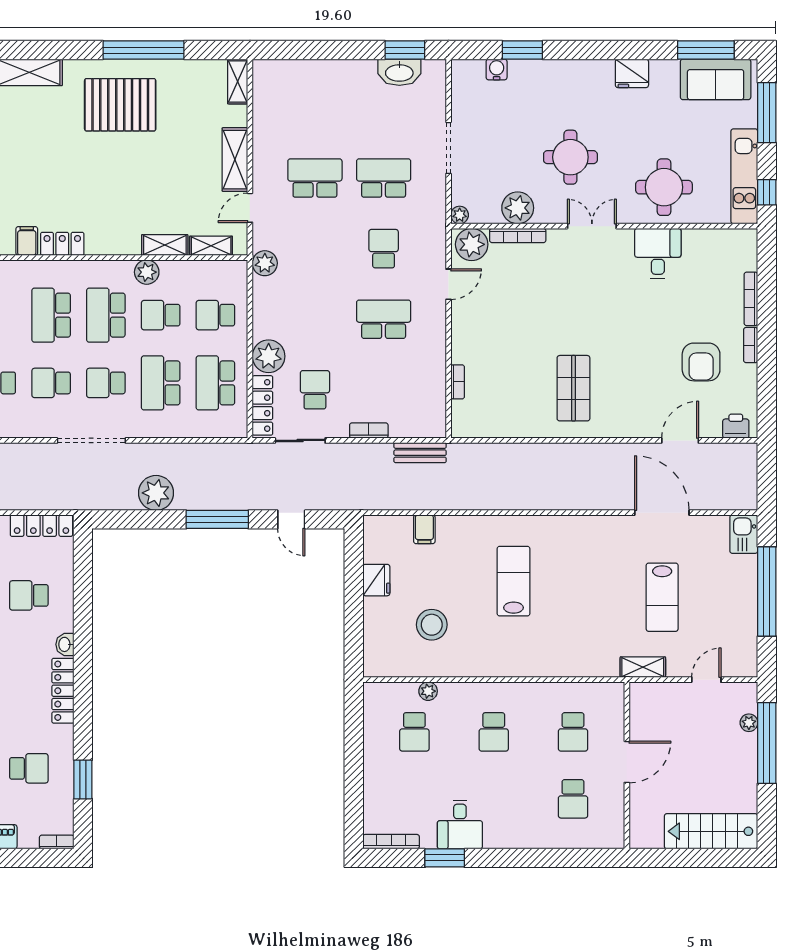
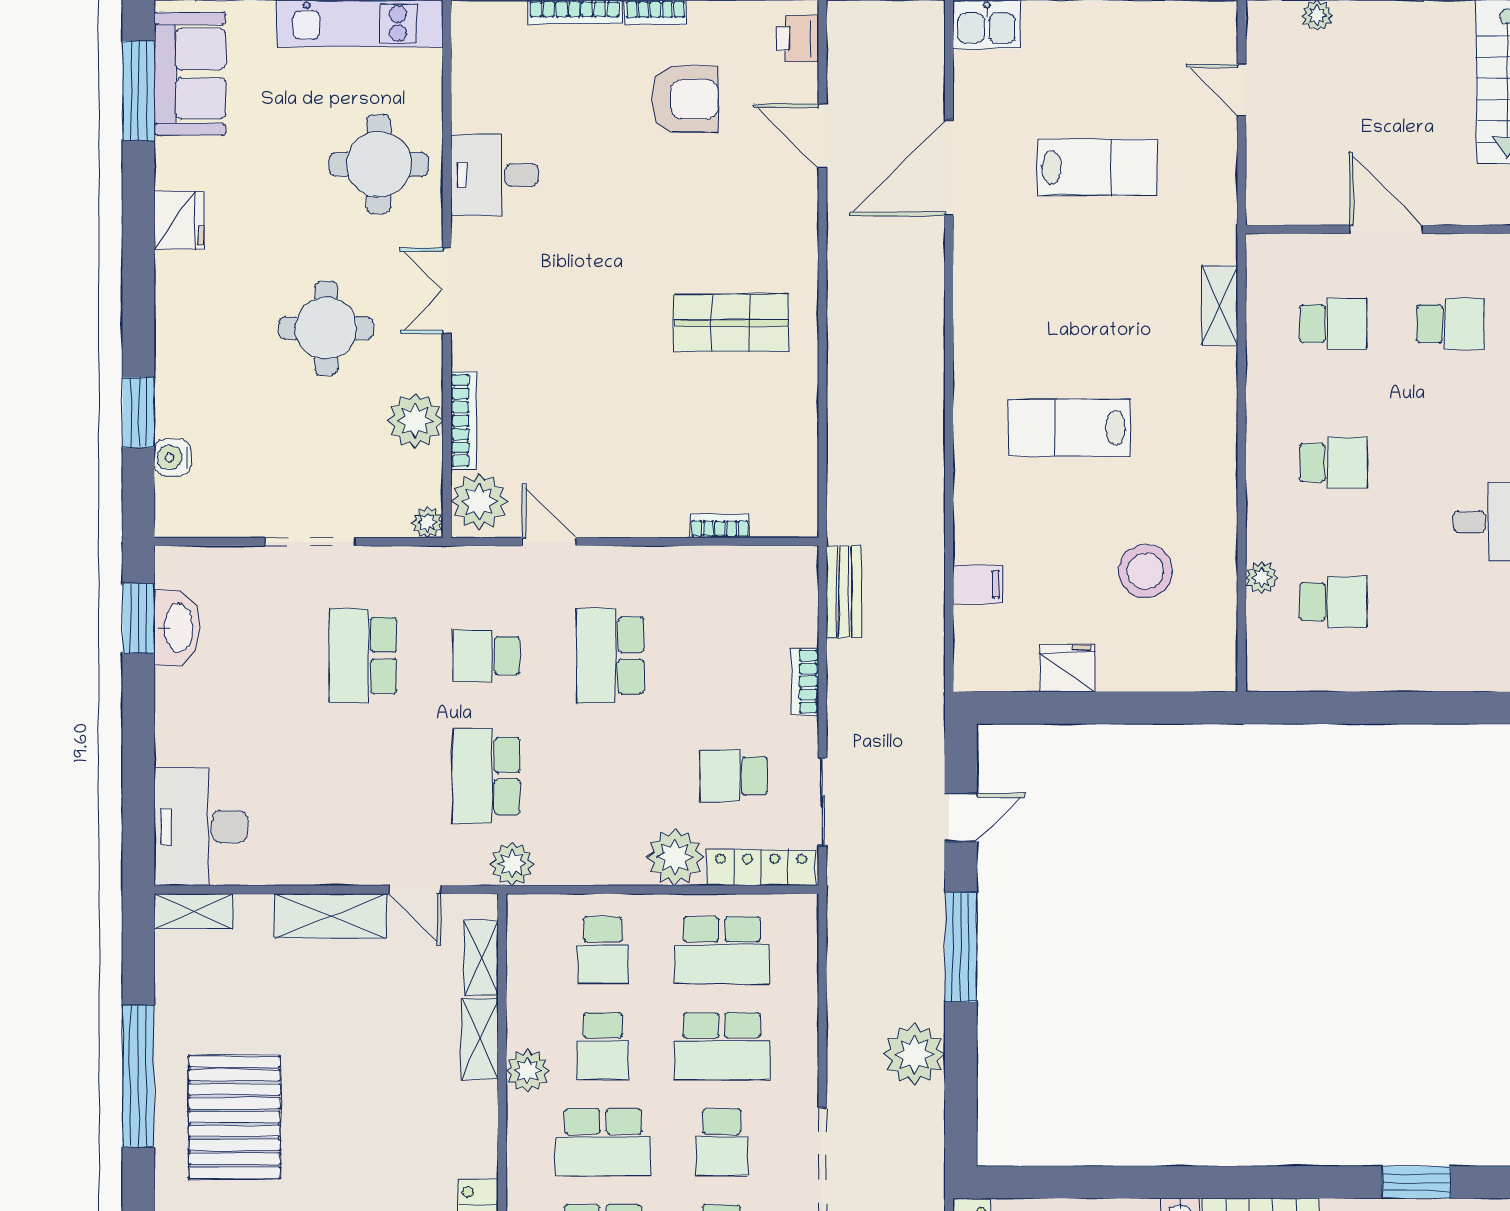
desk: (286, 86) -> (201, 827), added
school desk: (315, 178) -> (486, 776), moved
shelving: (643, 667) -> (1220, 305), moved

